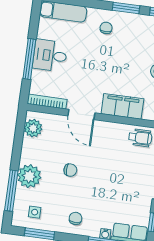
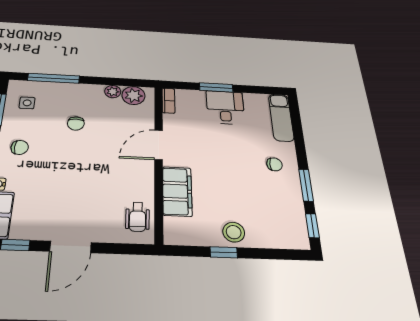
window: (29, 59) -> (216, 87), width x0.69
bookcase: (47, 102) -> (168, 101), width x0.64
chair: (70, 170) -> (76, 123), moved
plant: (29, 176) -> (113, 92), moved, width x0.53, depth x0.53

